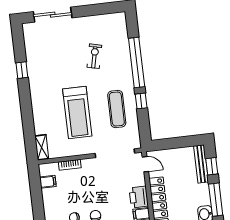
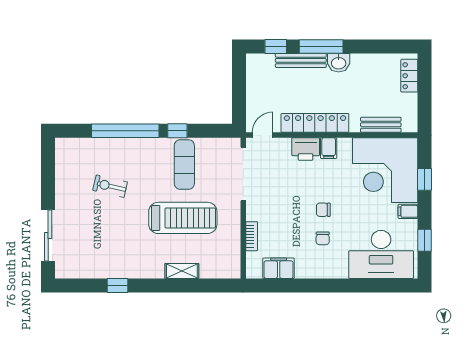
exercise mat: (117, 109) -> (184, 165), turned 90
shelving: (42, 147) -> (182, 271), moved
bench: (201, 164) -> (301, 60), moved
filing cabinet: (48, 182) -> (279, 268), width x2.00

